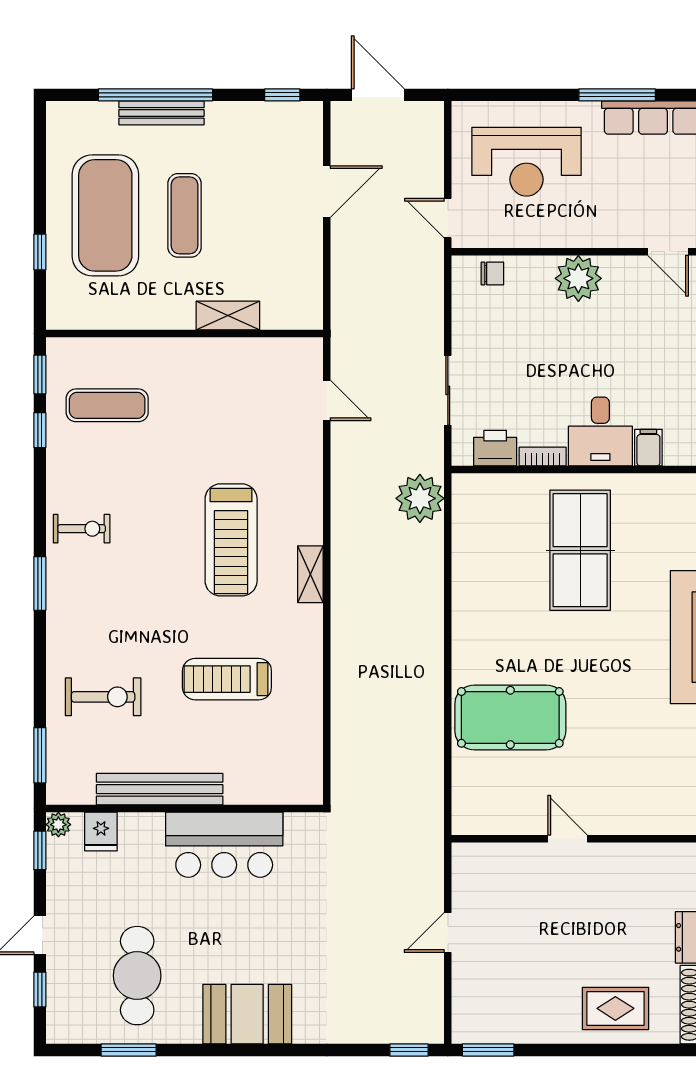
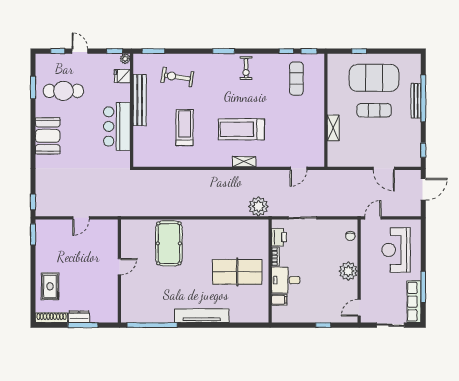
shelving: (310, 574) -> (244, 162), moved
exercise bike: (103, 697) -> (177, 77), turned 99
door: (448, 933) -> (81, 218), swing flipped

